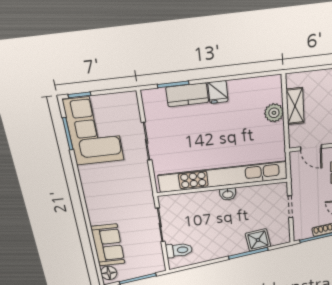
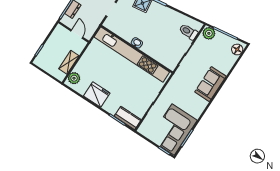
fridge: (218, 92) -> (97, 95), width x1.88, depth x1.34
kitchen counter: (187, 95) -> (128, 118), moved
plant: (274, 113) -> (74, 78), moved
sofa: (108, 245) -> (210, 84), moved
plant: (155, 265) -> (209, 33), added

